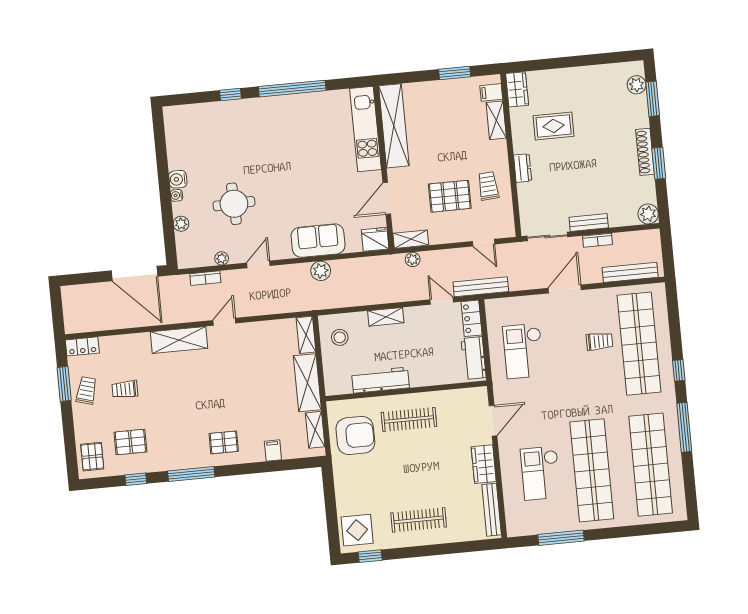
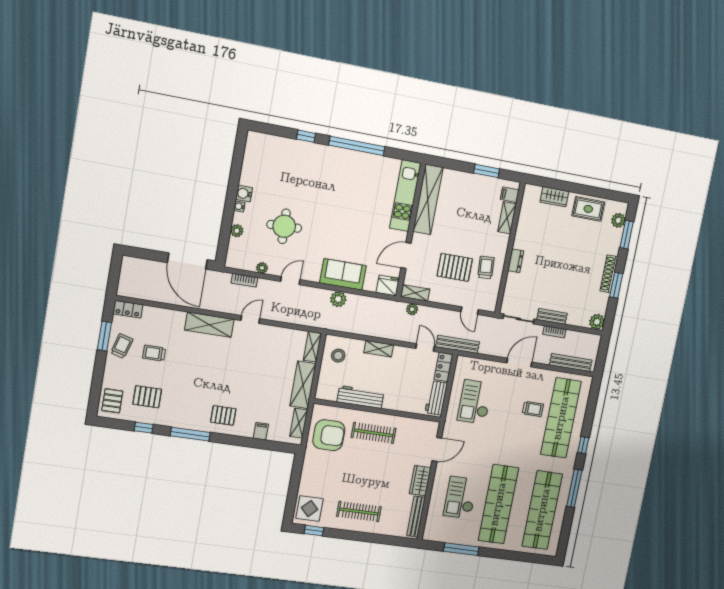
wardrobe: (517, 89) -> (554, 197), moved, turned 90
rug: (554, 126) -> (588, 209), moved

